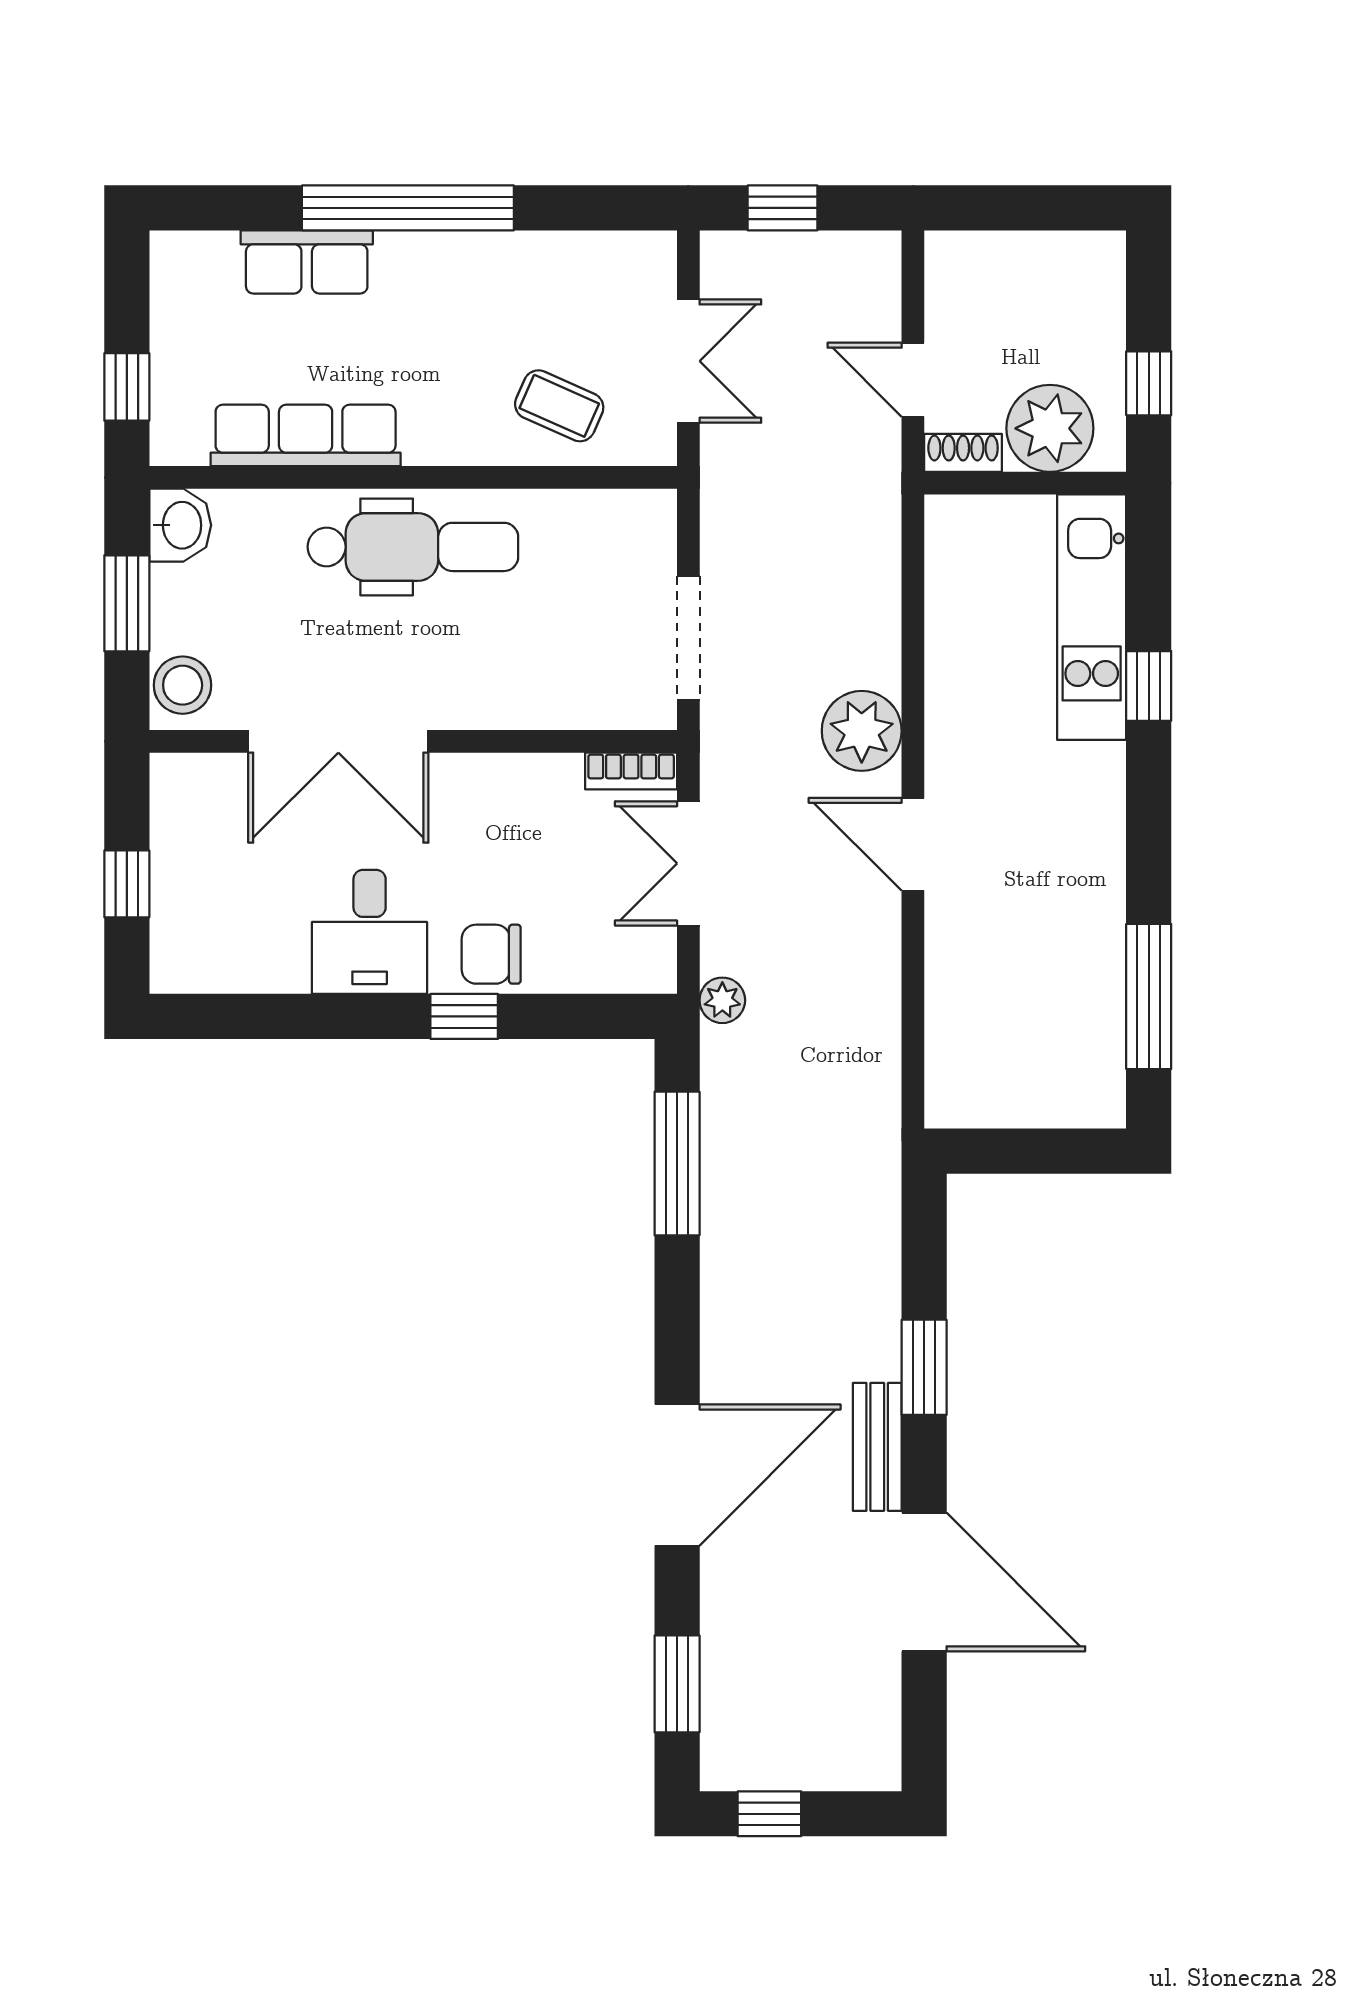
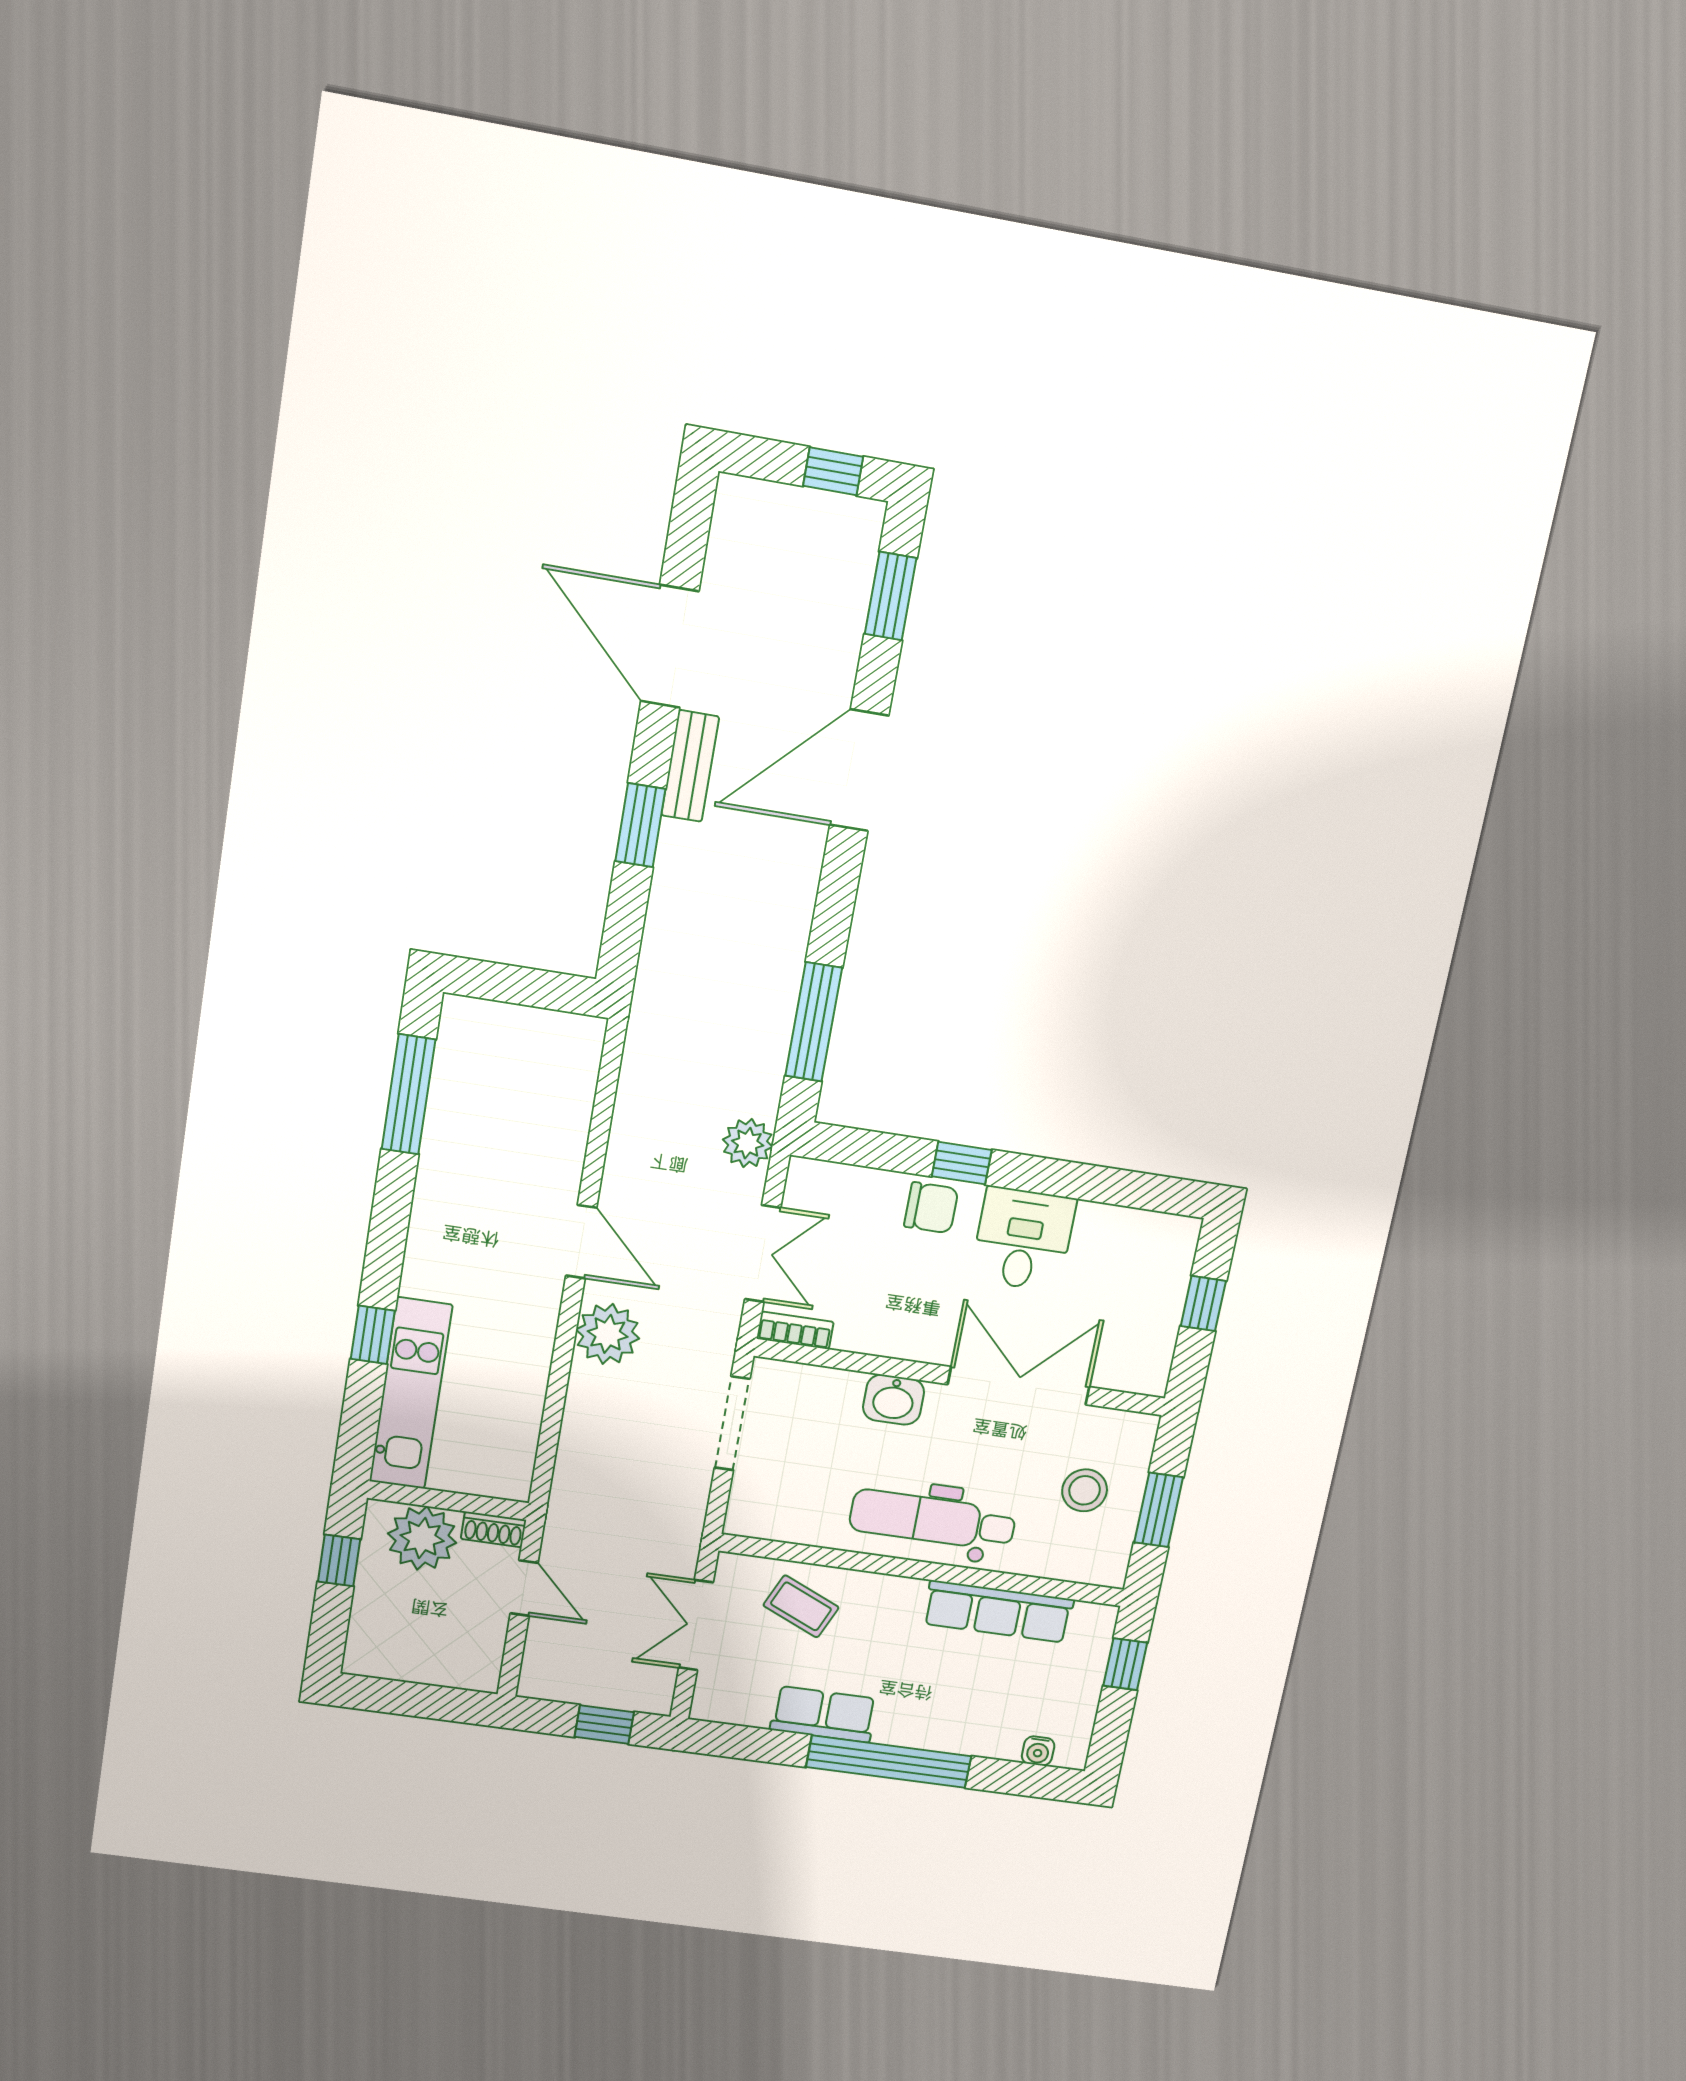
water cooler: (216, 250) -> (1038, 1751), added
row of seats: (307, 262) -> (824, 1714), moved
washbasin: (180, 525) -> (894, 1400), moved, turned -90
stool: (183, 685) -> (1085, 1490), moved
plant: (722, 1000) -> (748, 1143), width x1.38, depth x1.38

